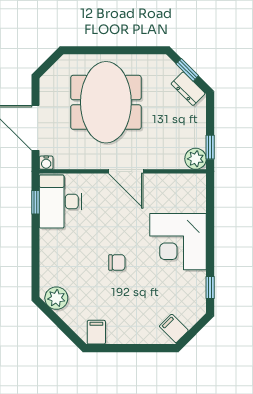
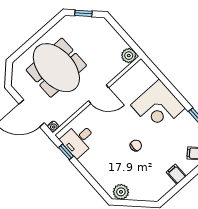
dresser: (188, 89) -> (93, 23), removed
window: (210, 147) -> (131, 43), removed
desk: (60, 202) -> (79, 140), width x0.73
filing cabinet: (96, 332) -> (176, 174), moved

